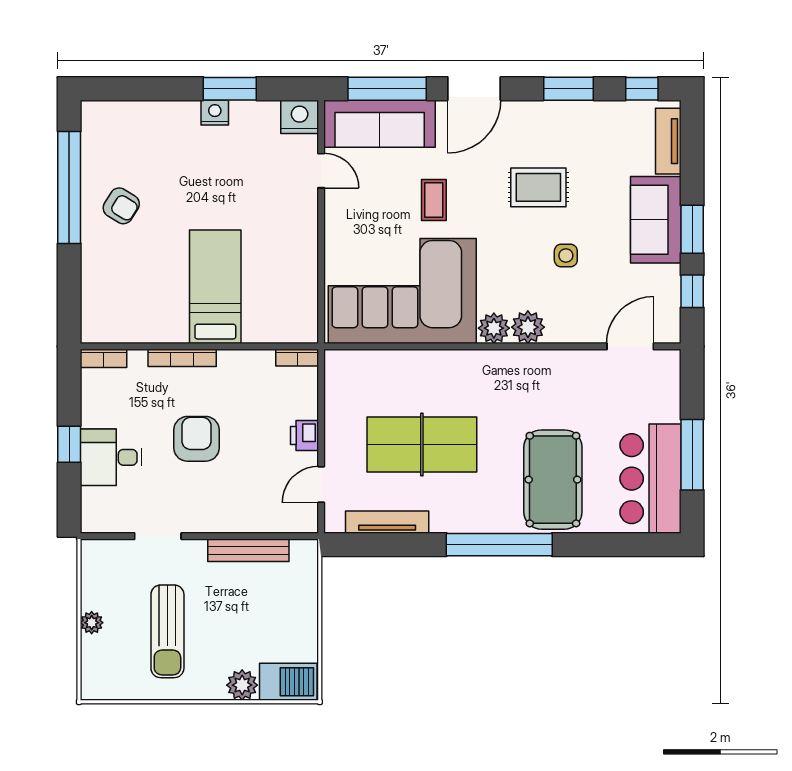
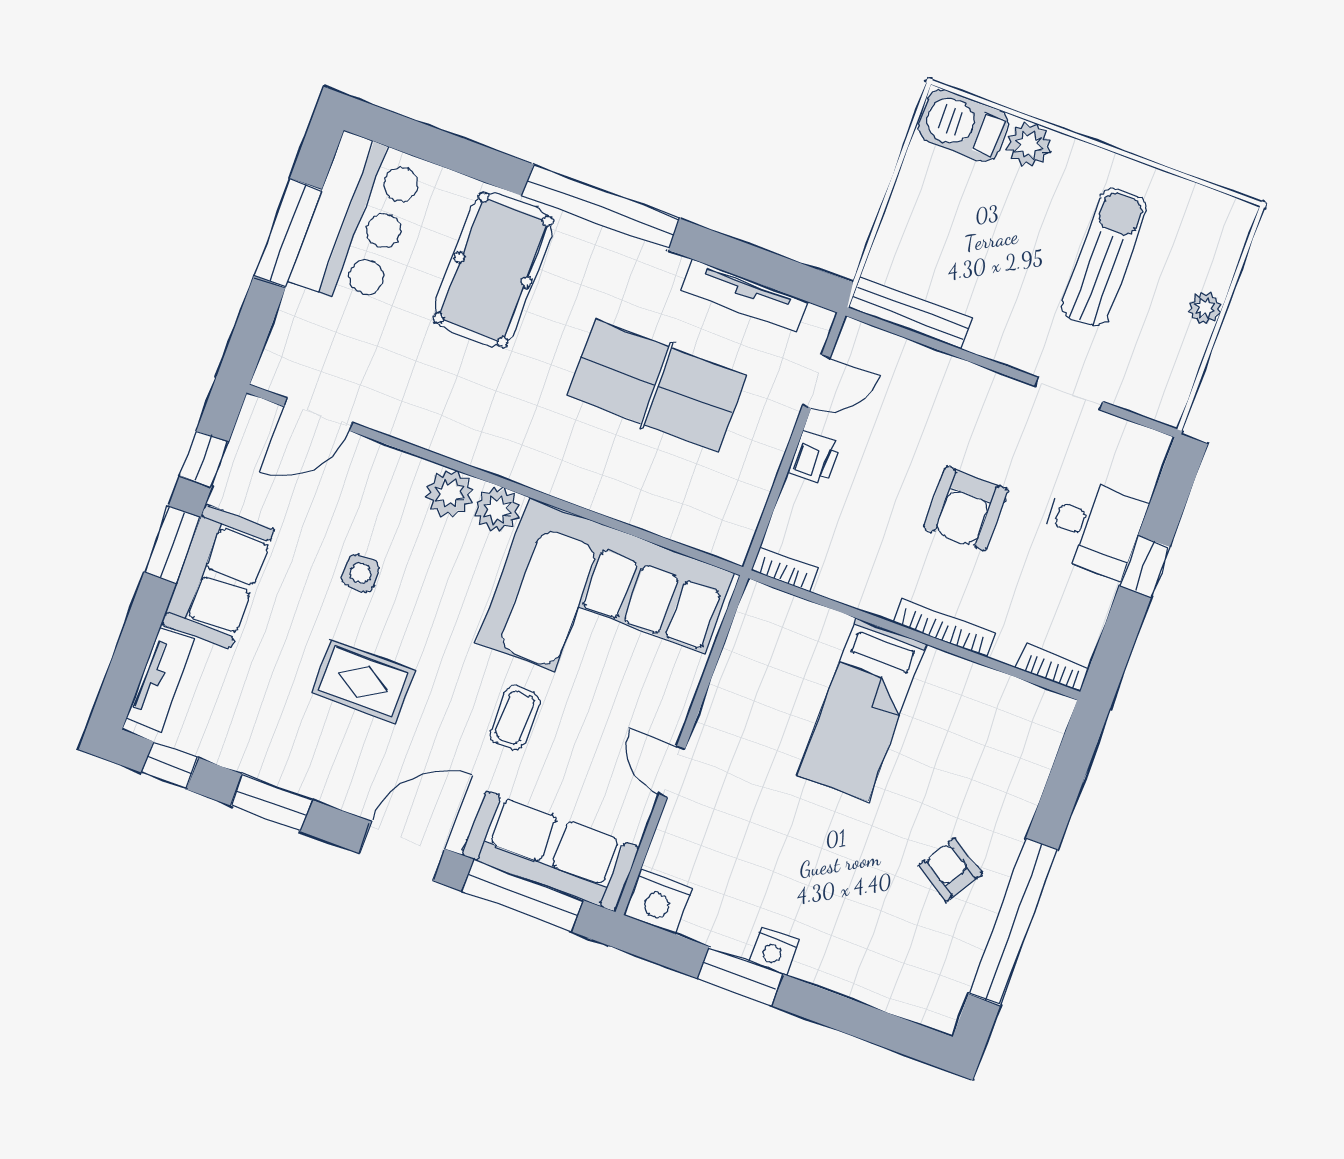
door: (321, 171) -> (672, 771), moved
bench: (248, 550) -> (910, 313), moved

